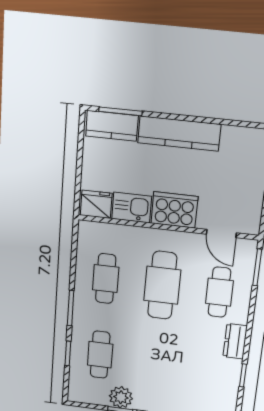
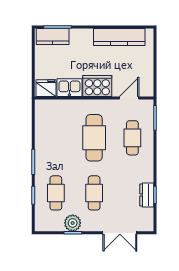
kitchen counter: (179, 134) -> (119, 37), moved
door: (221, 233) -> (129, 98), swing flipped
cafe table: (106, 279) -> (94, 193), moved
dresser: (235, 341) -> (147, 195), moved

